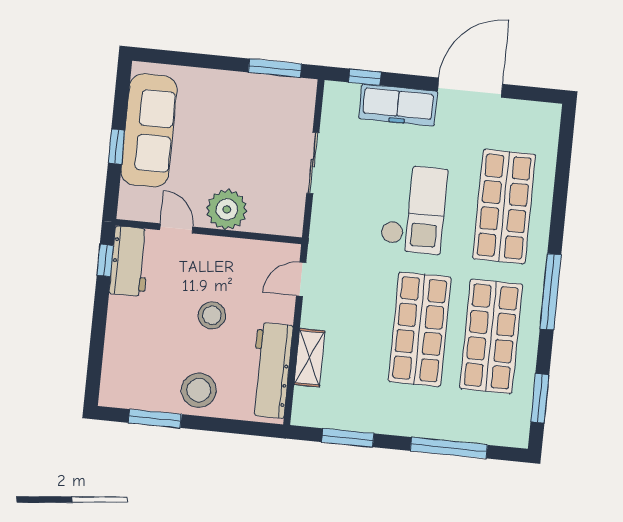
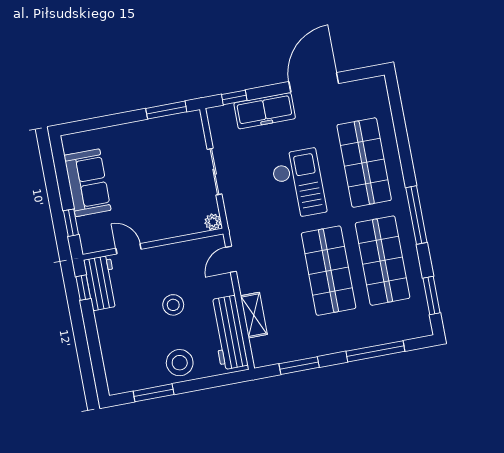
sofa: (149, 130) -> (87, 183), width x0.73
window: (117, 147) -> (71, 223), moved
plant: (227, 209) -> (213, 222), moved, width x0.53, depth x0.53

